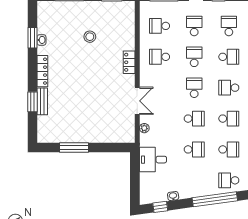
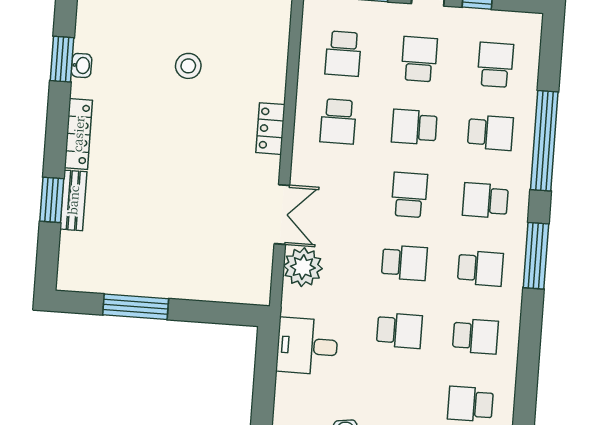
school desk: (160, 26) -> (343, 54), turned -90
school desk: (160, 57) -> (338, 121), turned -90
school desk: (194, 57) -> (414, 127), turned -90
plant: (144, 128) -> (303, 267), width x1.88, depth x1.88

